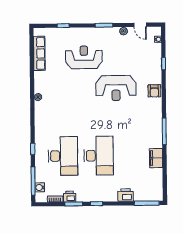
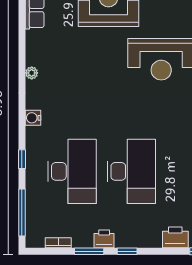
water cooler: (40, 187) -> (33, 118), moved
printer: (70, 197) -> (104, 239), moved

